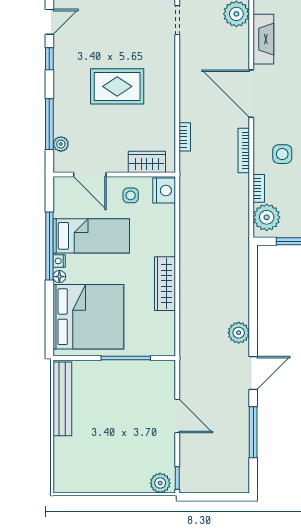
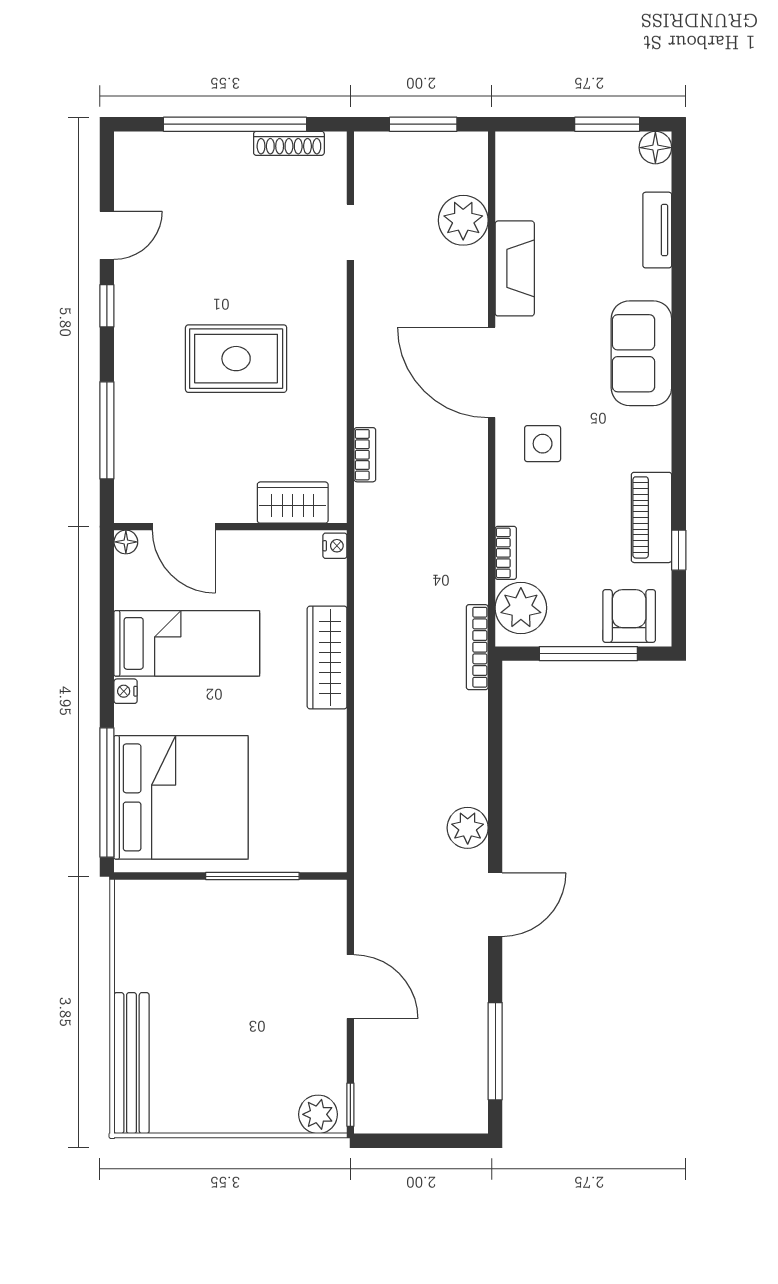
plant: (61, 144) -> (129, 468), removed
bookcase: (244, 150) -> (477, 647), moved
side table: (282, 154) -> (543, 444), moved
nightstand: (164, 191) -> (335, 546), width x0.53, depth x0.56
side table: (131, 195) -> (262, 566), removed
window: (49, 246) -> (107, 792), moved
floor lamp: (59, 277) -> (126, 542), moved
wardrobe: (165, 284) -> (327, 658), moved
bench: (62, 399) -> (132, 1063), moved
window: (253, 432) -> (495, 1051), moved

